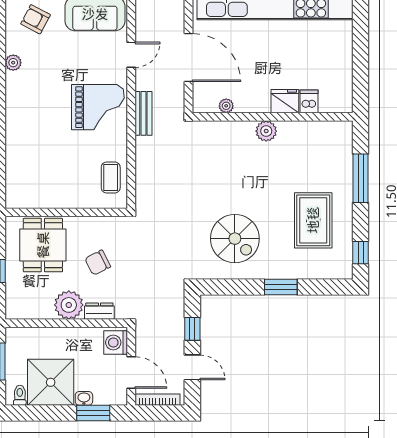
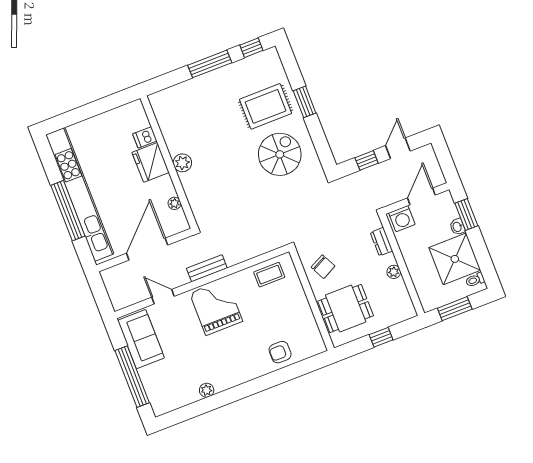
armchair: (36, 19) -> (280, 352), moved, turned 62
fridge: (285, 101) -> (151, 162), width x1.36, depth x1.34
window: (361, 178) -> (210, 64), moved
rug: (313, 220) -> (266, 106), moved
chair: (98, 263) -> (323, 267), moved
plant: (69, 305) -> (394, 272), width x0.53, depth x0.53
bookcase: (158, 400) -> (435, 166), removed

